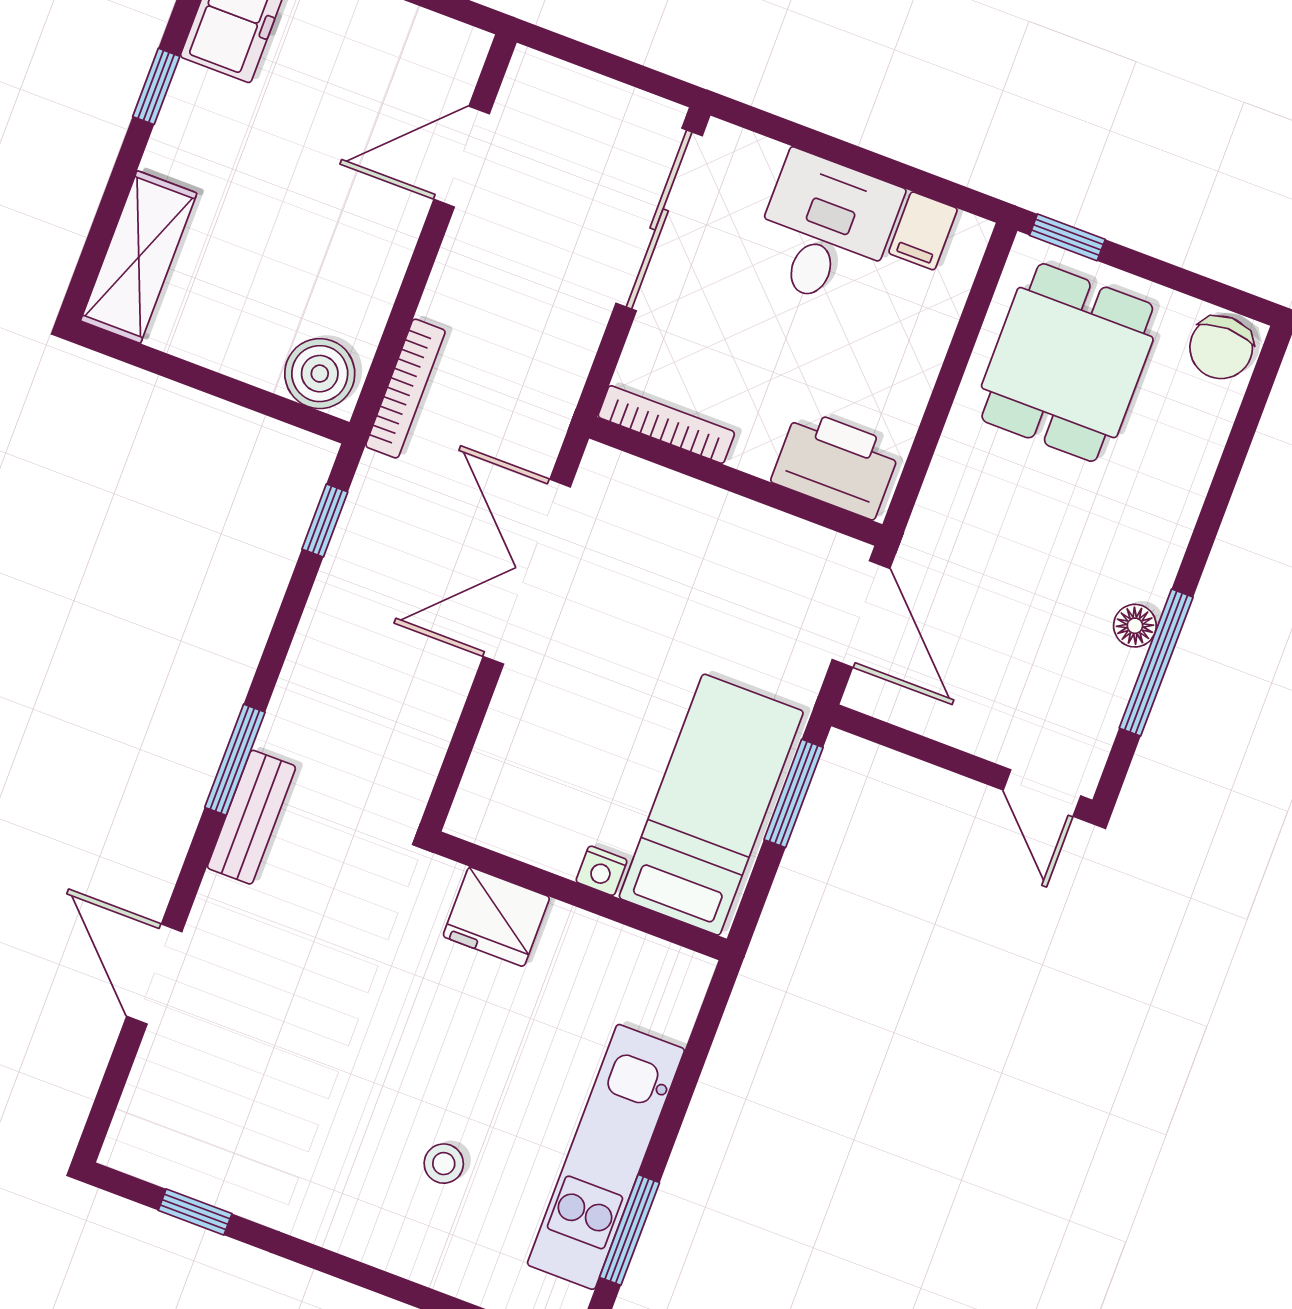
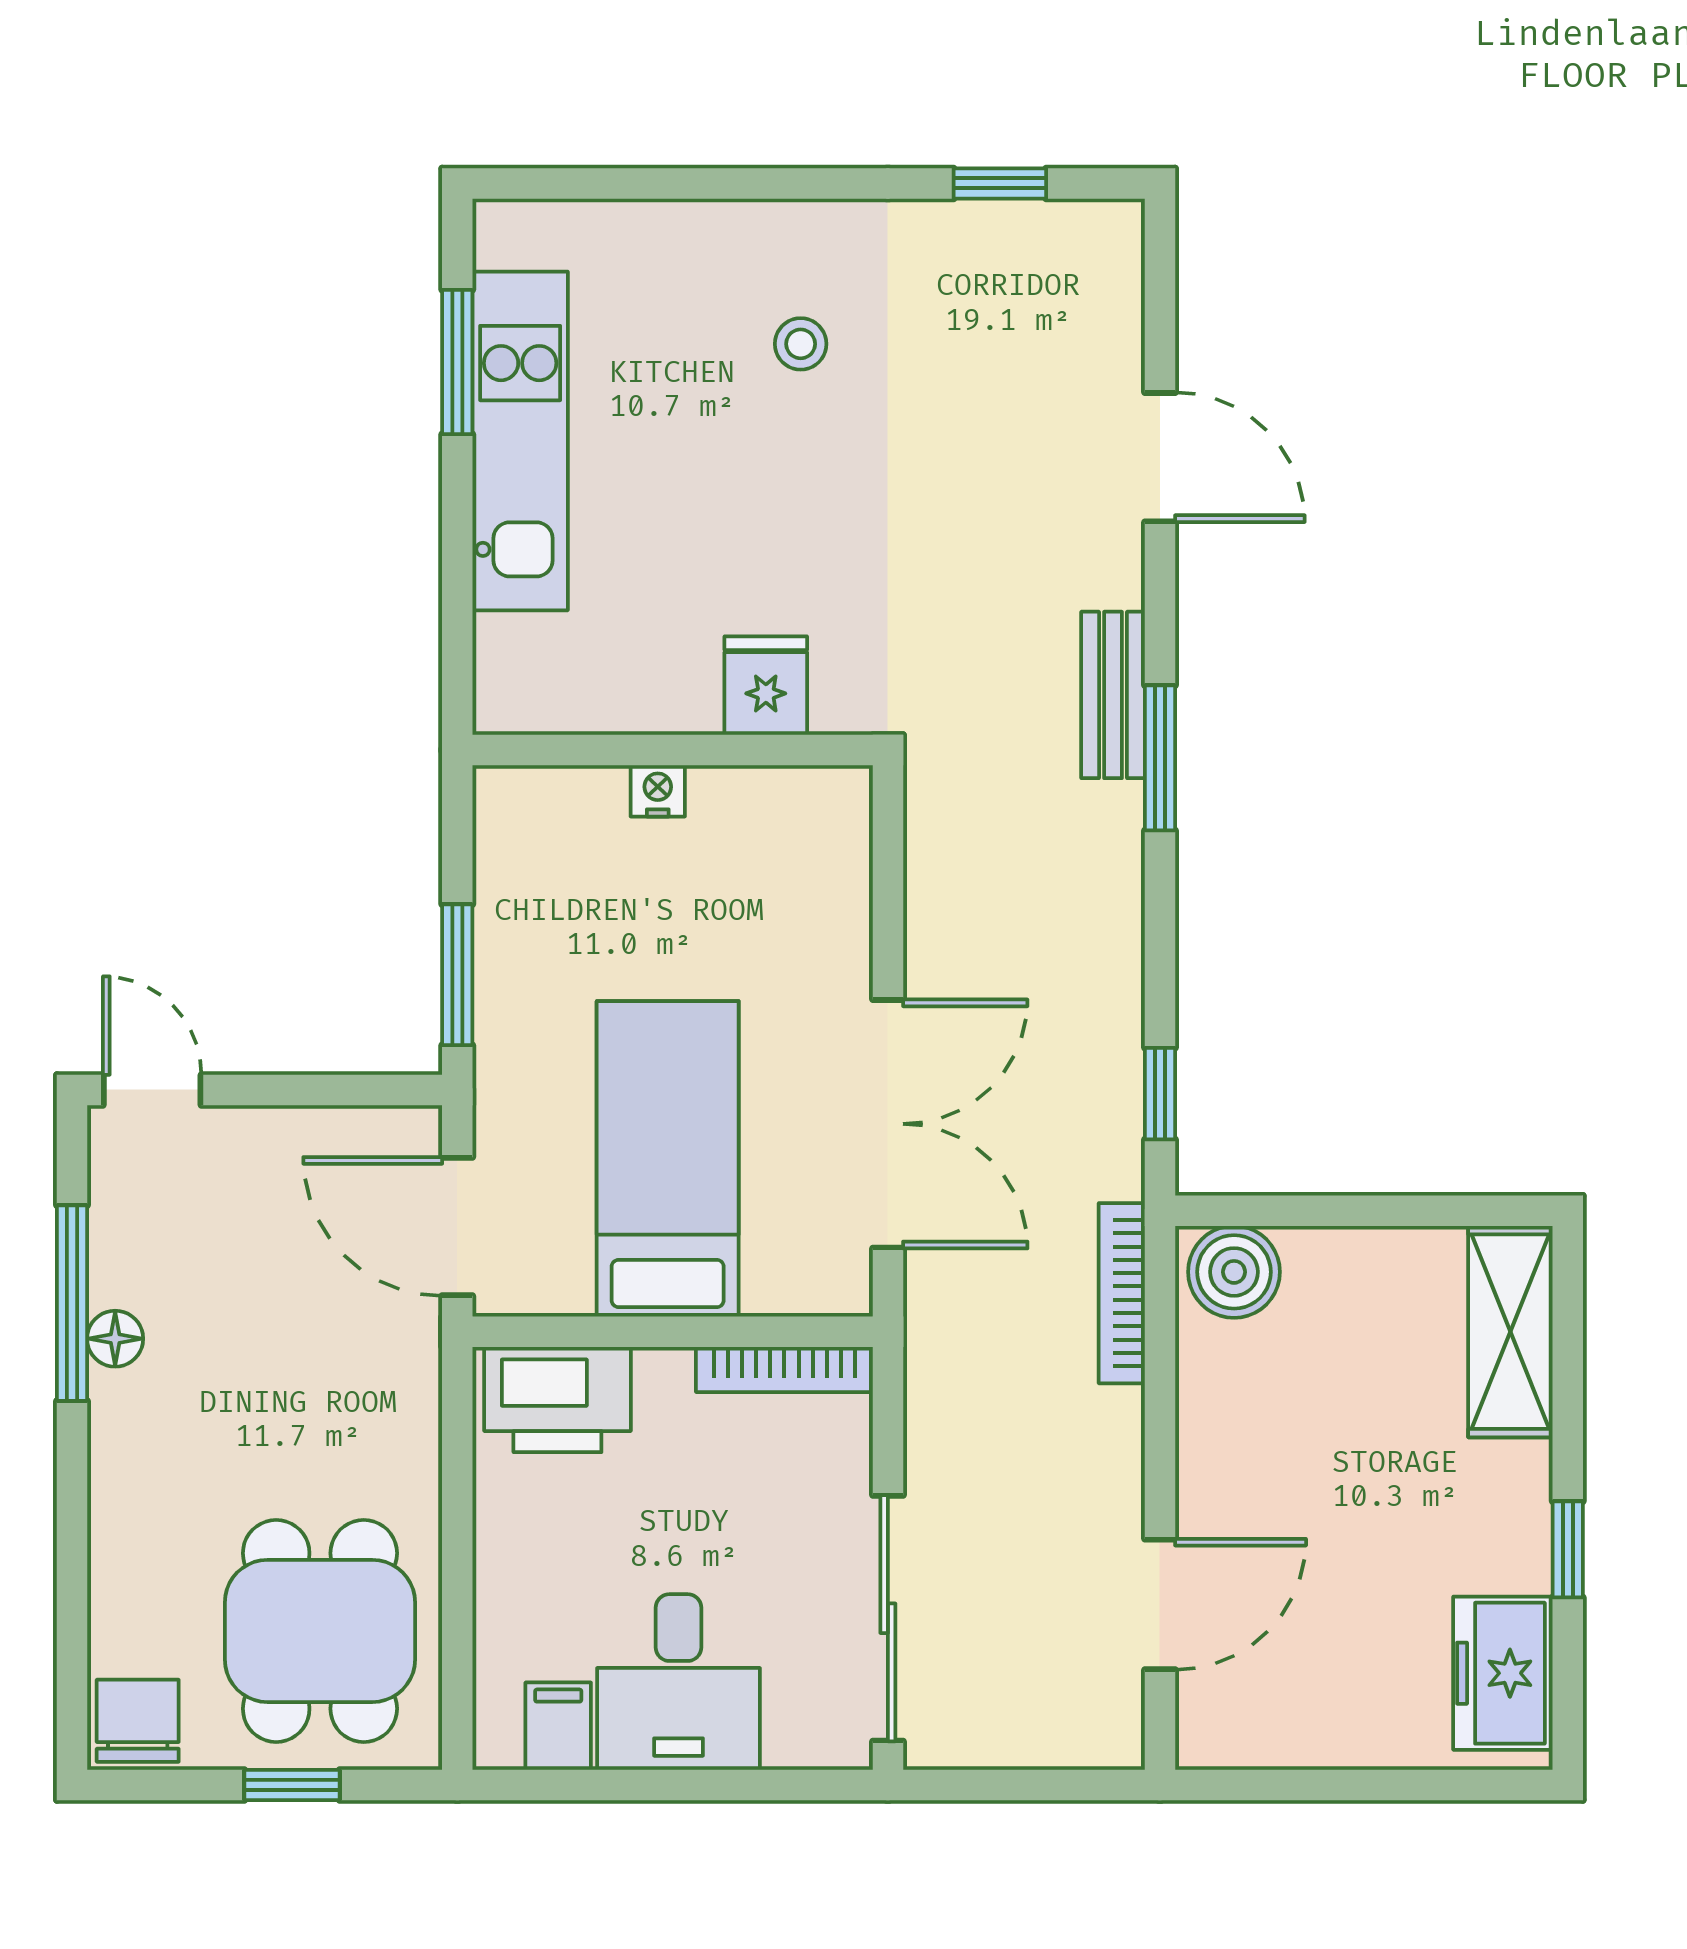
window: (1067, 237) -> (292, 1785), moved
bed: (711, 805) -> (668, 1159), moved, turned 180
fridge: (496, 917) -> (766, 686), width x0.72
stool: (444, 1164) -> (801, 344), moved

